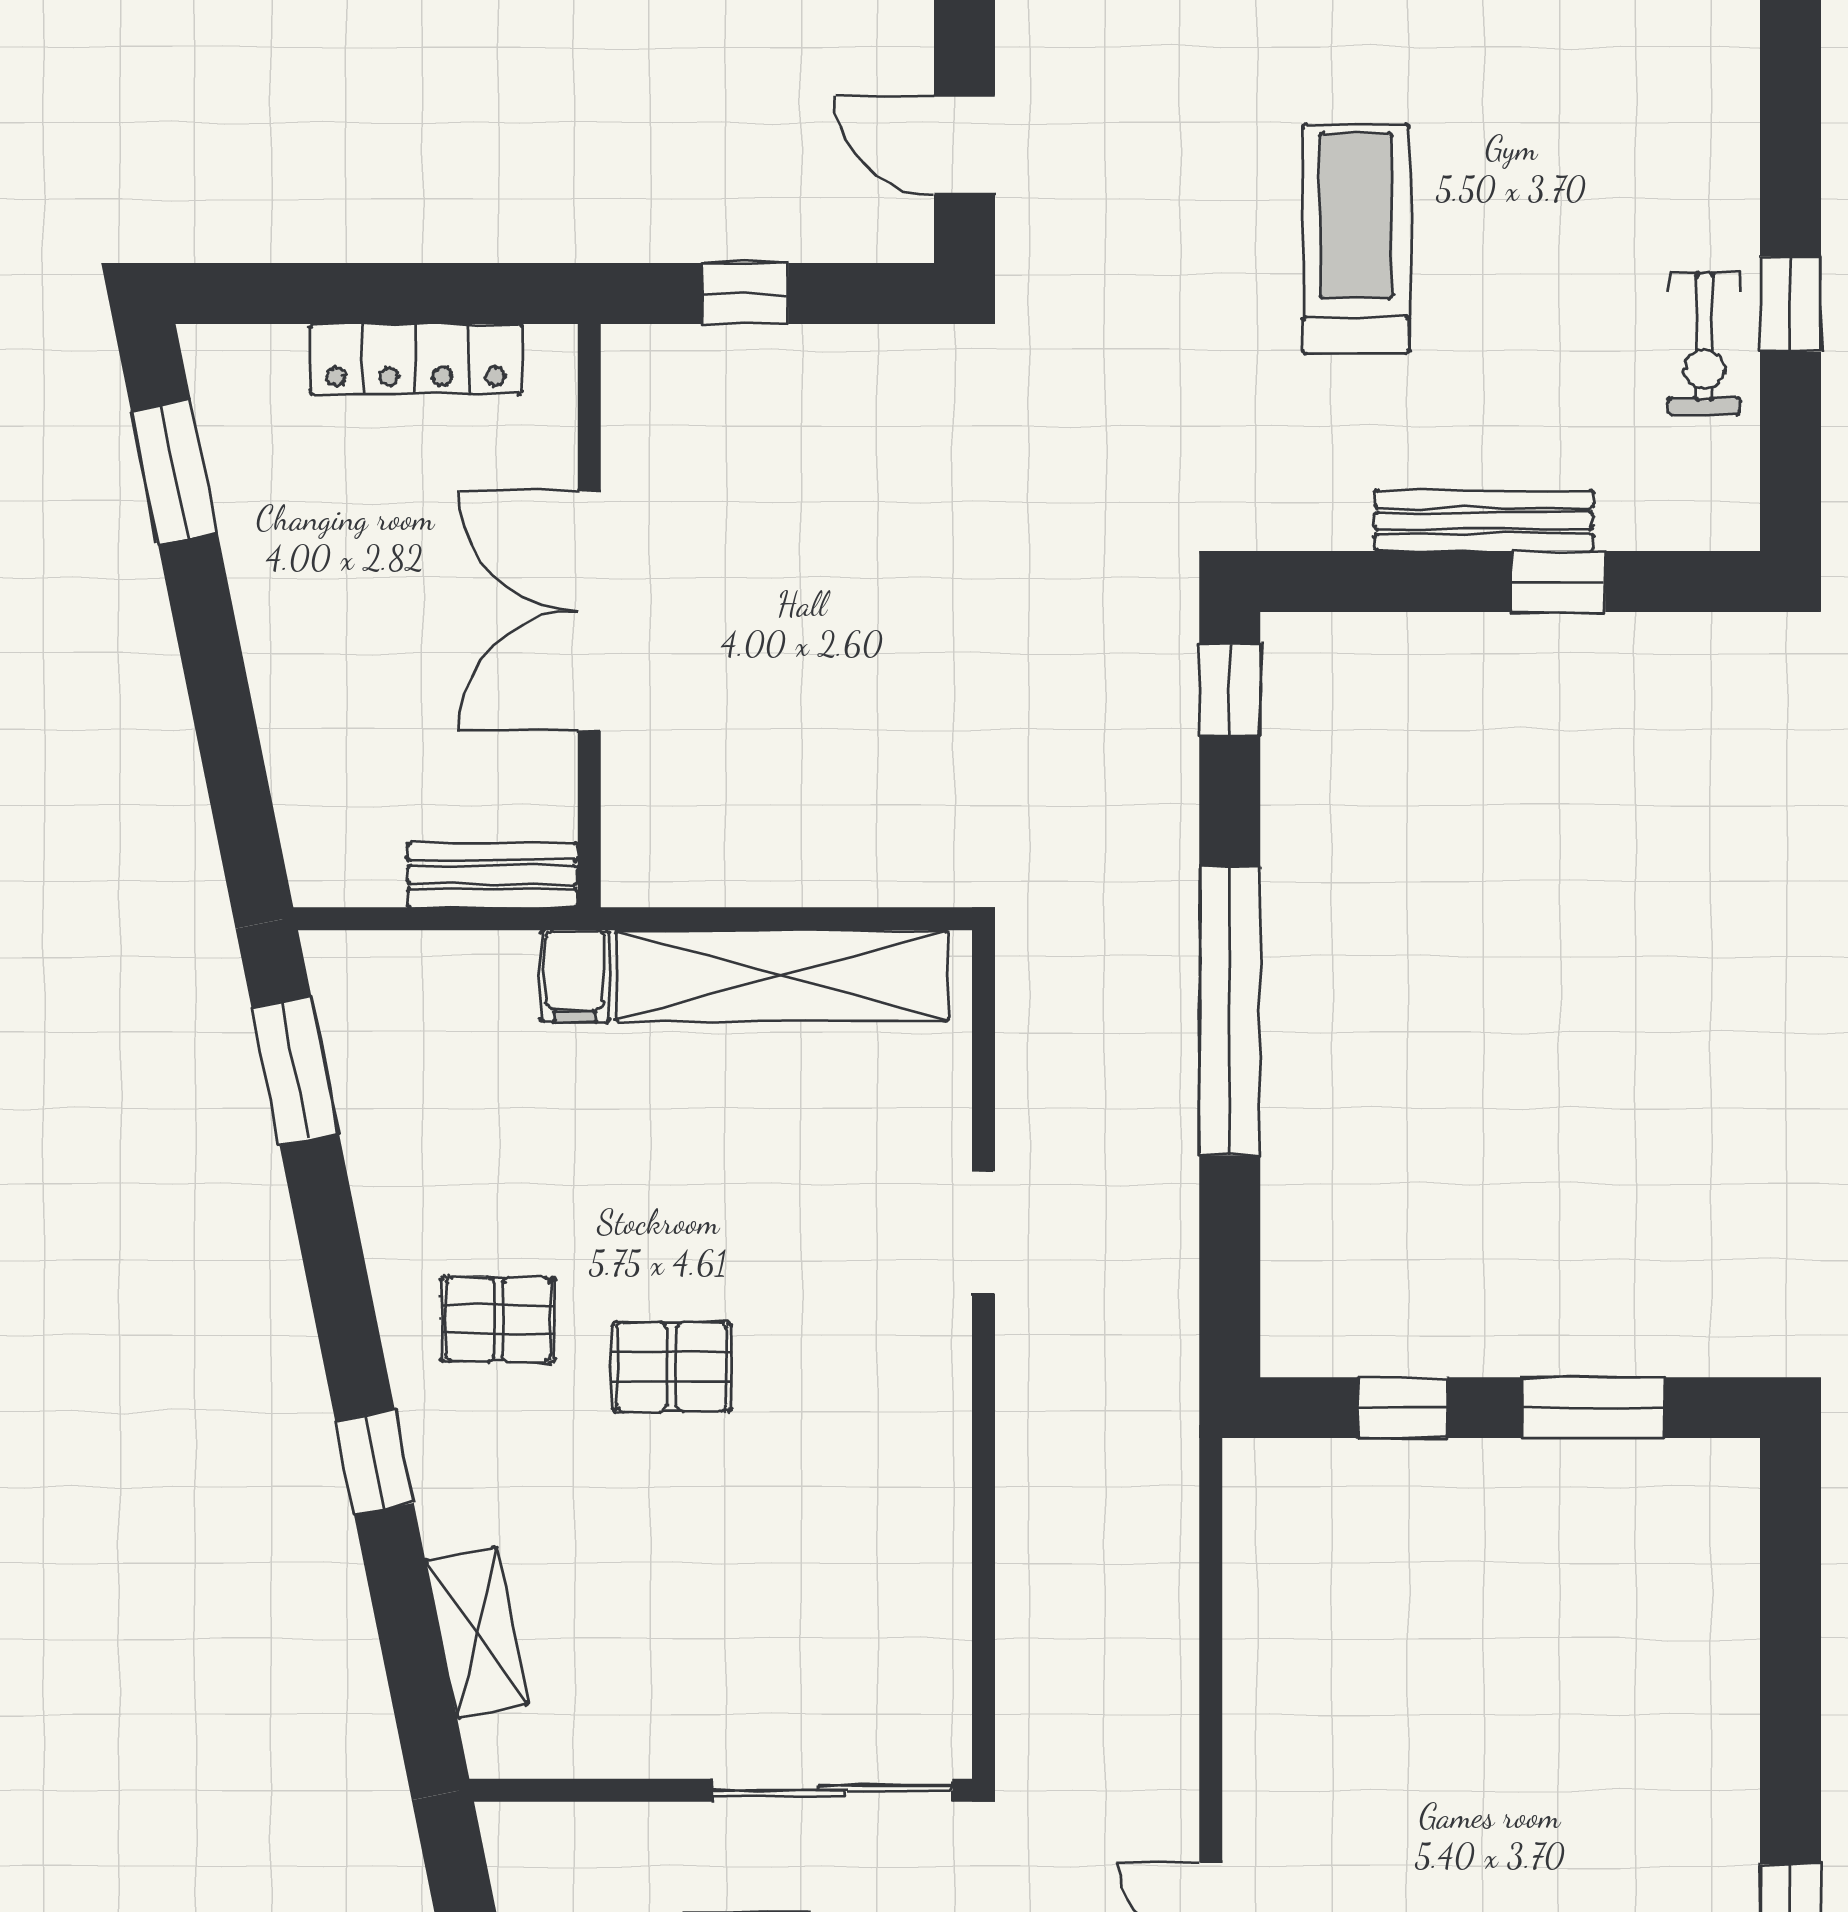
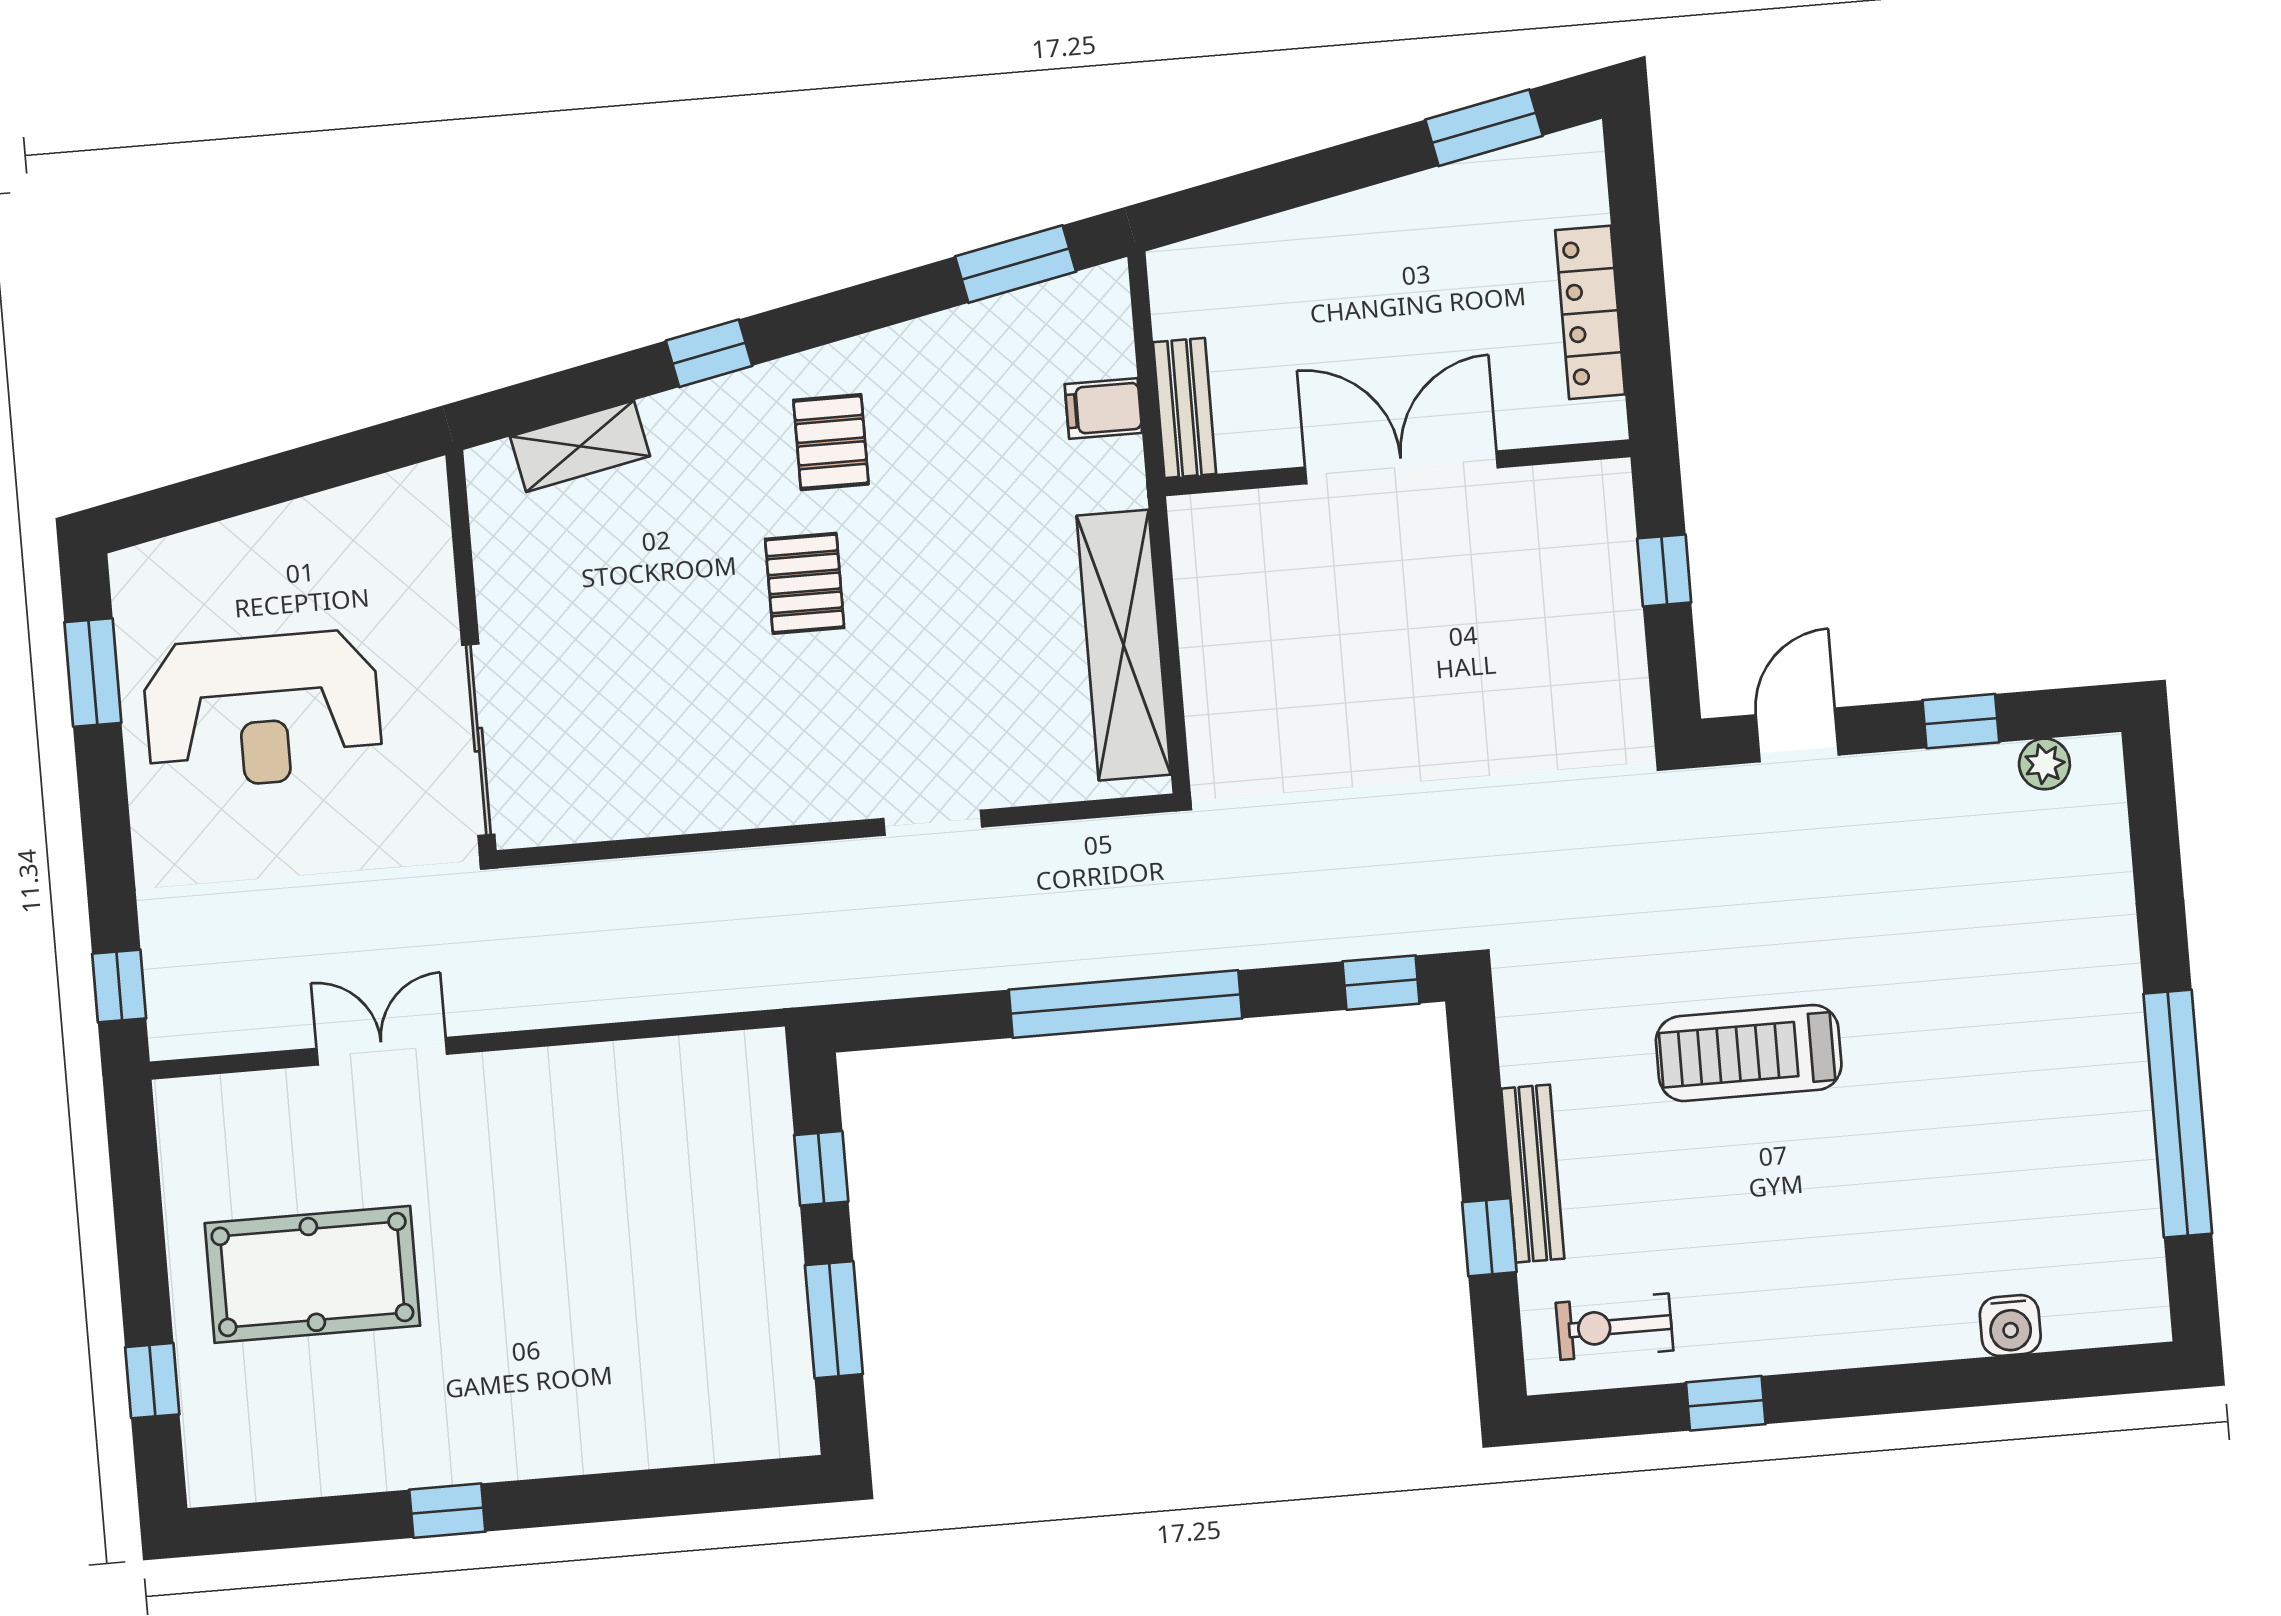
treadmill: (1356, 239) -> (1749, 1053), turned 180
exercise bike: (1704, 344) -> (1615, 1327), moved
filing cabinet: (575, 976) -> (1103, 409), moved

